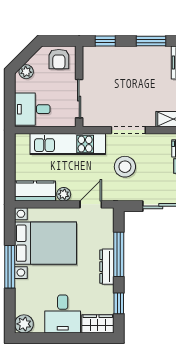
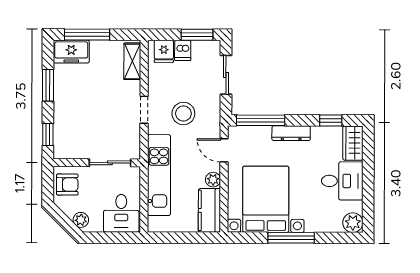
doorway: (128, 130) -> (144, 110), width x0.73
window: (119, 254) -> (261, 120), moved

